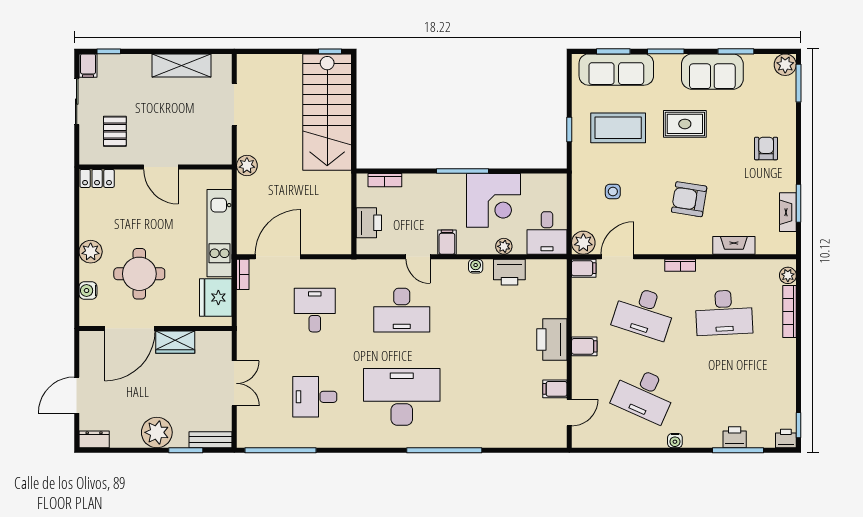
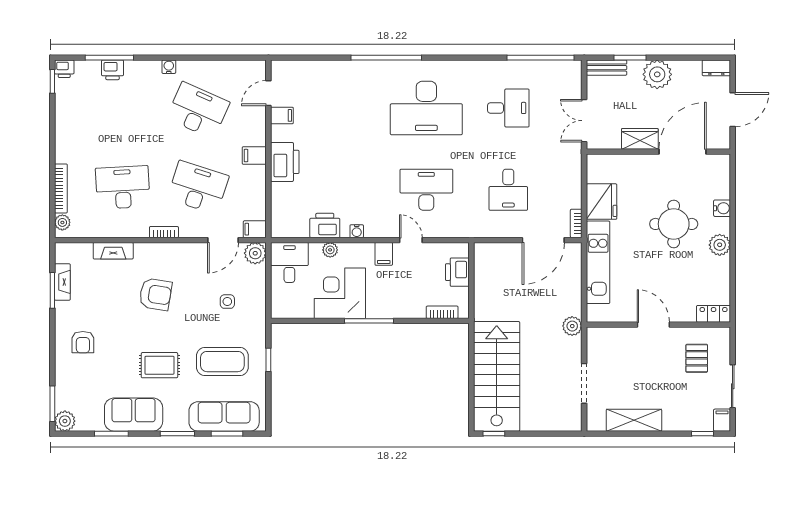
door: (130, 329) -> (683, 152), moved
wall: (155, 329) -> (658, 152), moved
wardrobe: (175, 342) -> (640, 139), moved

